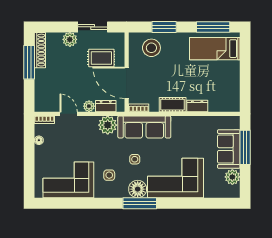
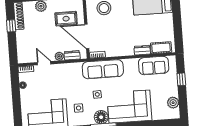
window: (29, 62) -> (11, 26), width x0.46
cot: (173, 105) -> (161, 48), moved
plant: (108, 125) -> (75, 70), removed
window: (245, 147) -> (181, 79), width x0.46
sofa: (229, 149) -> (154, 66), moved, turned -90

